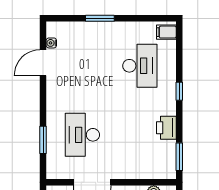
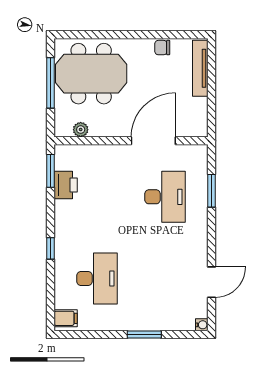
water cooler: (51, 43) -> (202, 325), moved
desk: (140, 66) -> (97, 278), turned 180
printer: (166, 128) -> (66, 185), moved

